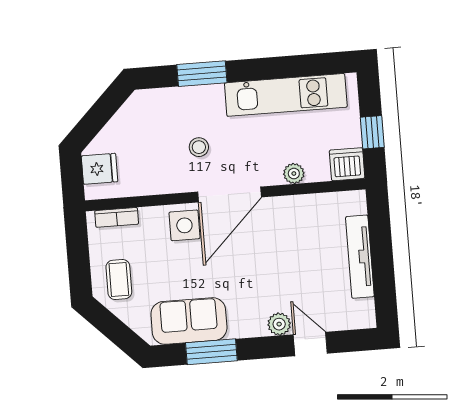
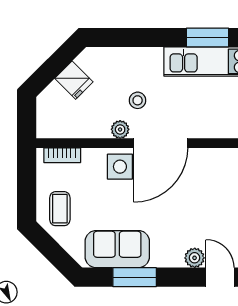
window: (202, 74) -> (208, 37), moved
fridge: (100, 169) -> (74, 80), moved, turned 45
plant: (294, 174) -> (120, 129), moved

